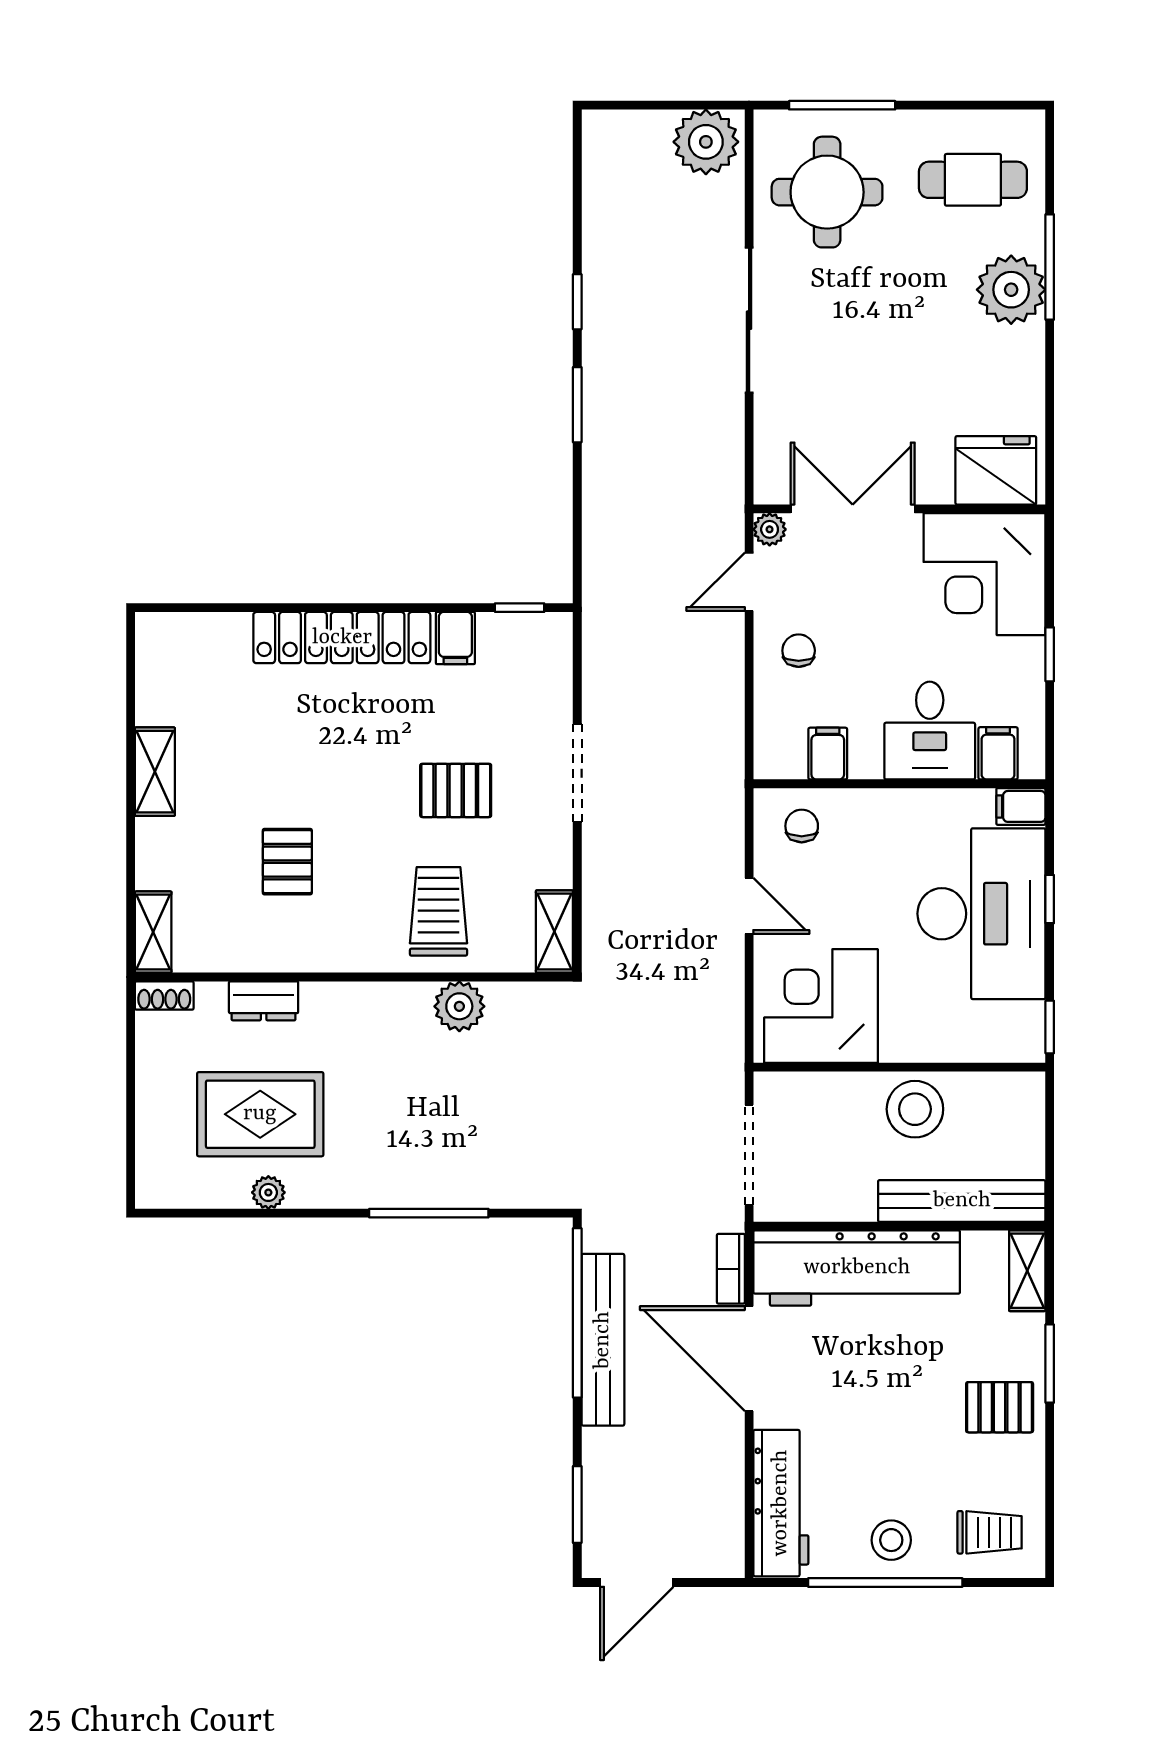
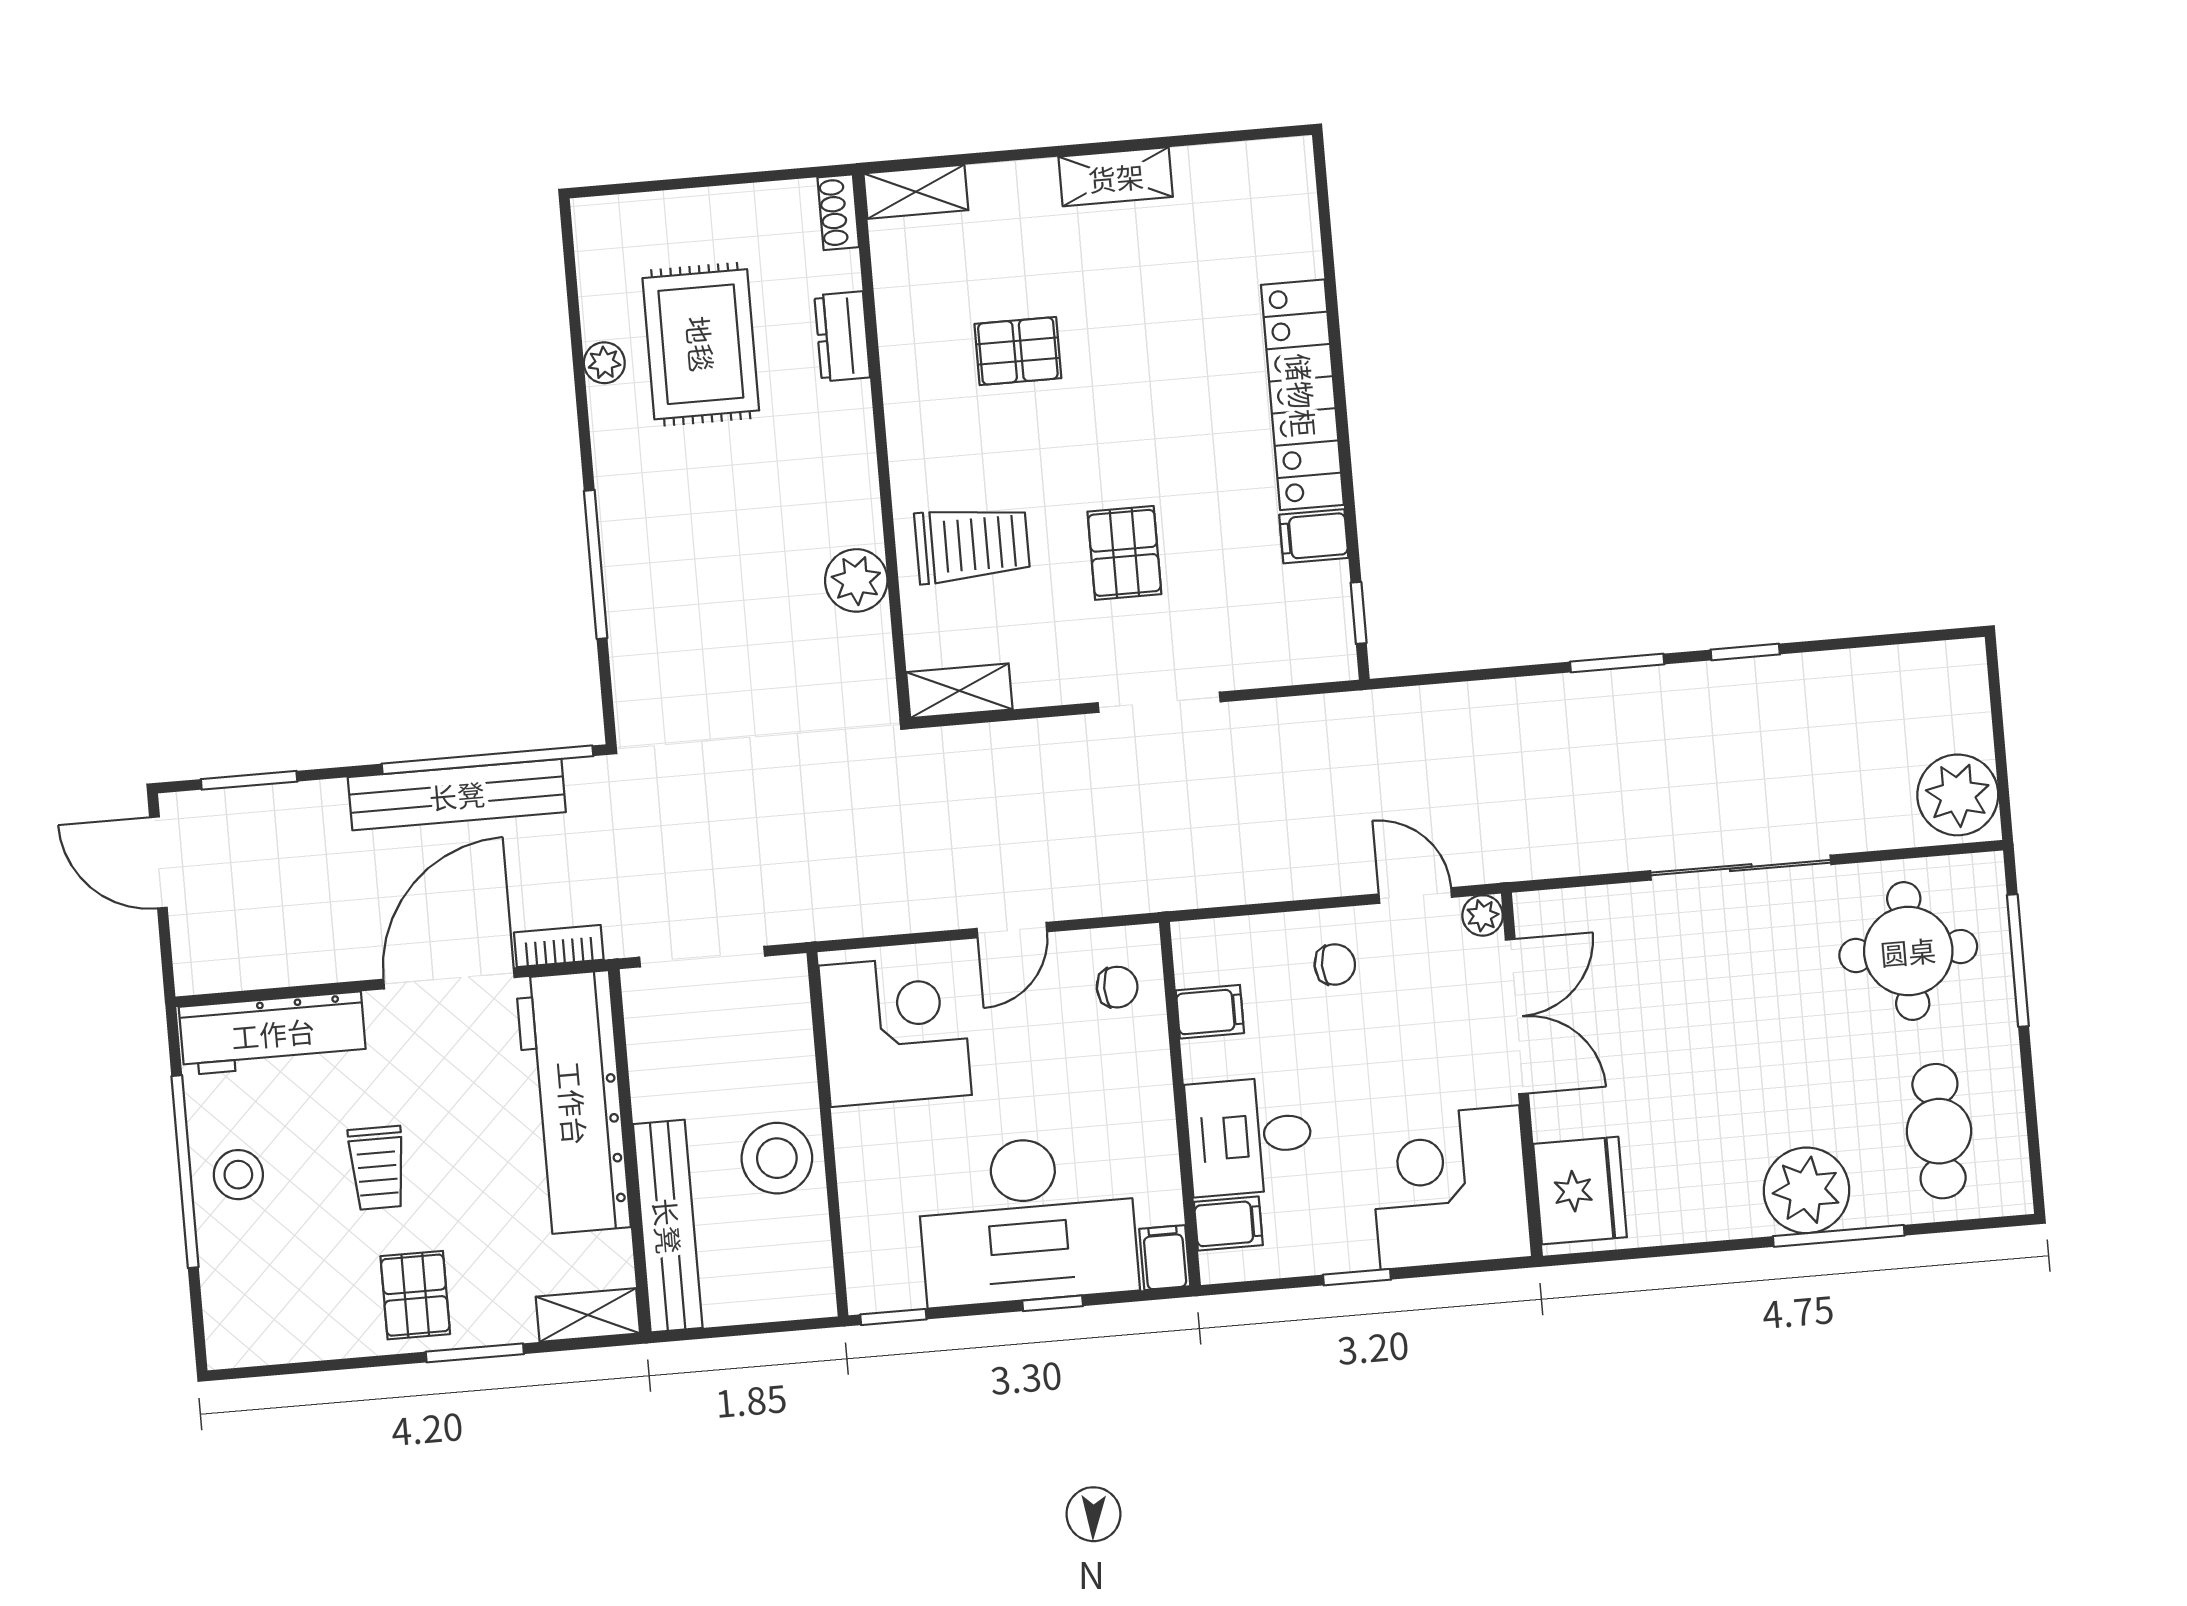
trolley: (990, 1532) -> (377, 1168), moved

